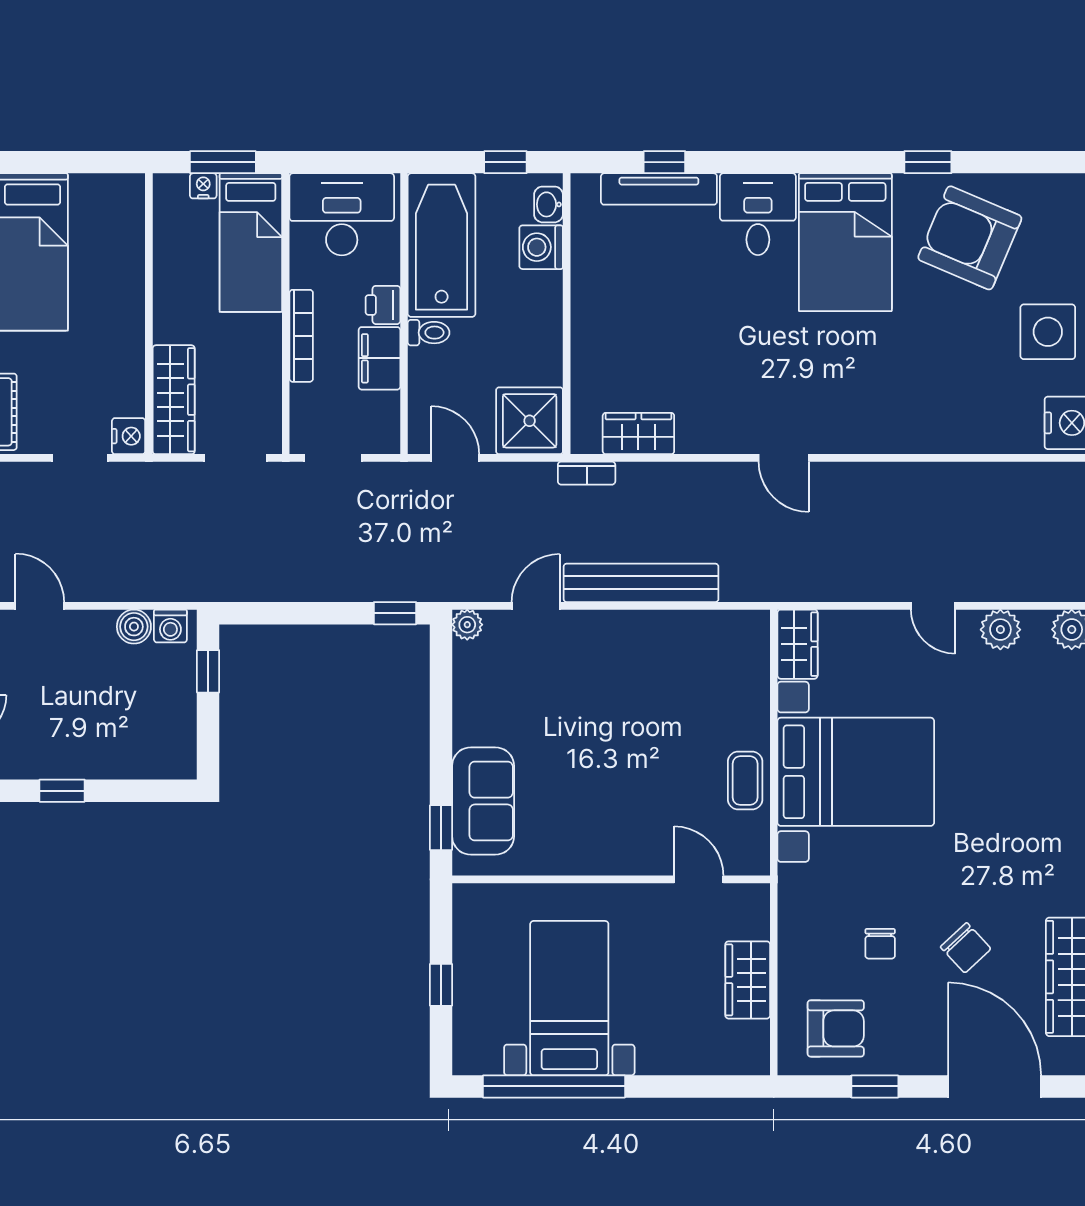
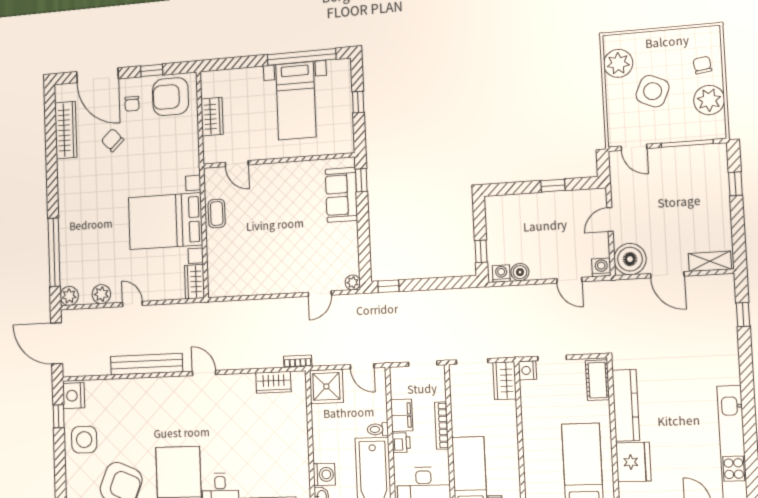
wardrobe: (174, 400) -> (505, 381), width x0.67
bench: (641, 583) -> (147, 364), moved
chair: (880, 944) -> (132, 104), moved, turned 180
armchair: (836, 1028) -> (171, 97), width x1.36, depth x1.36

